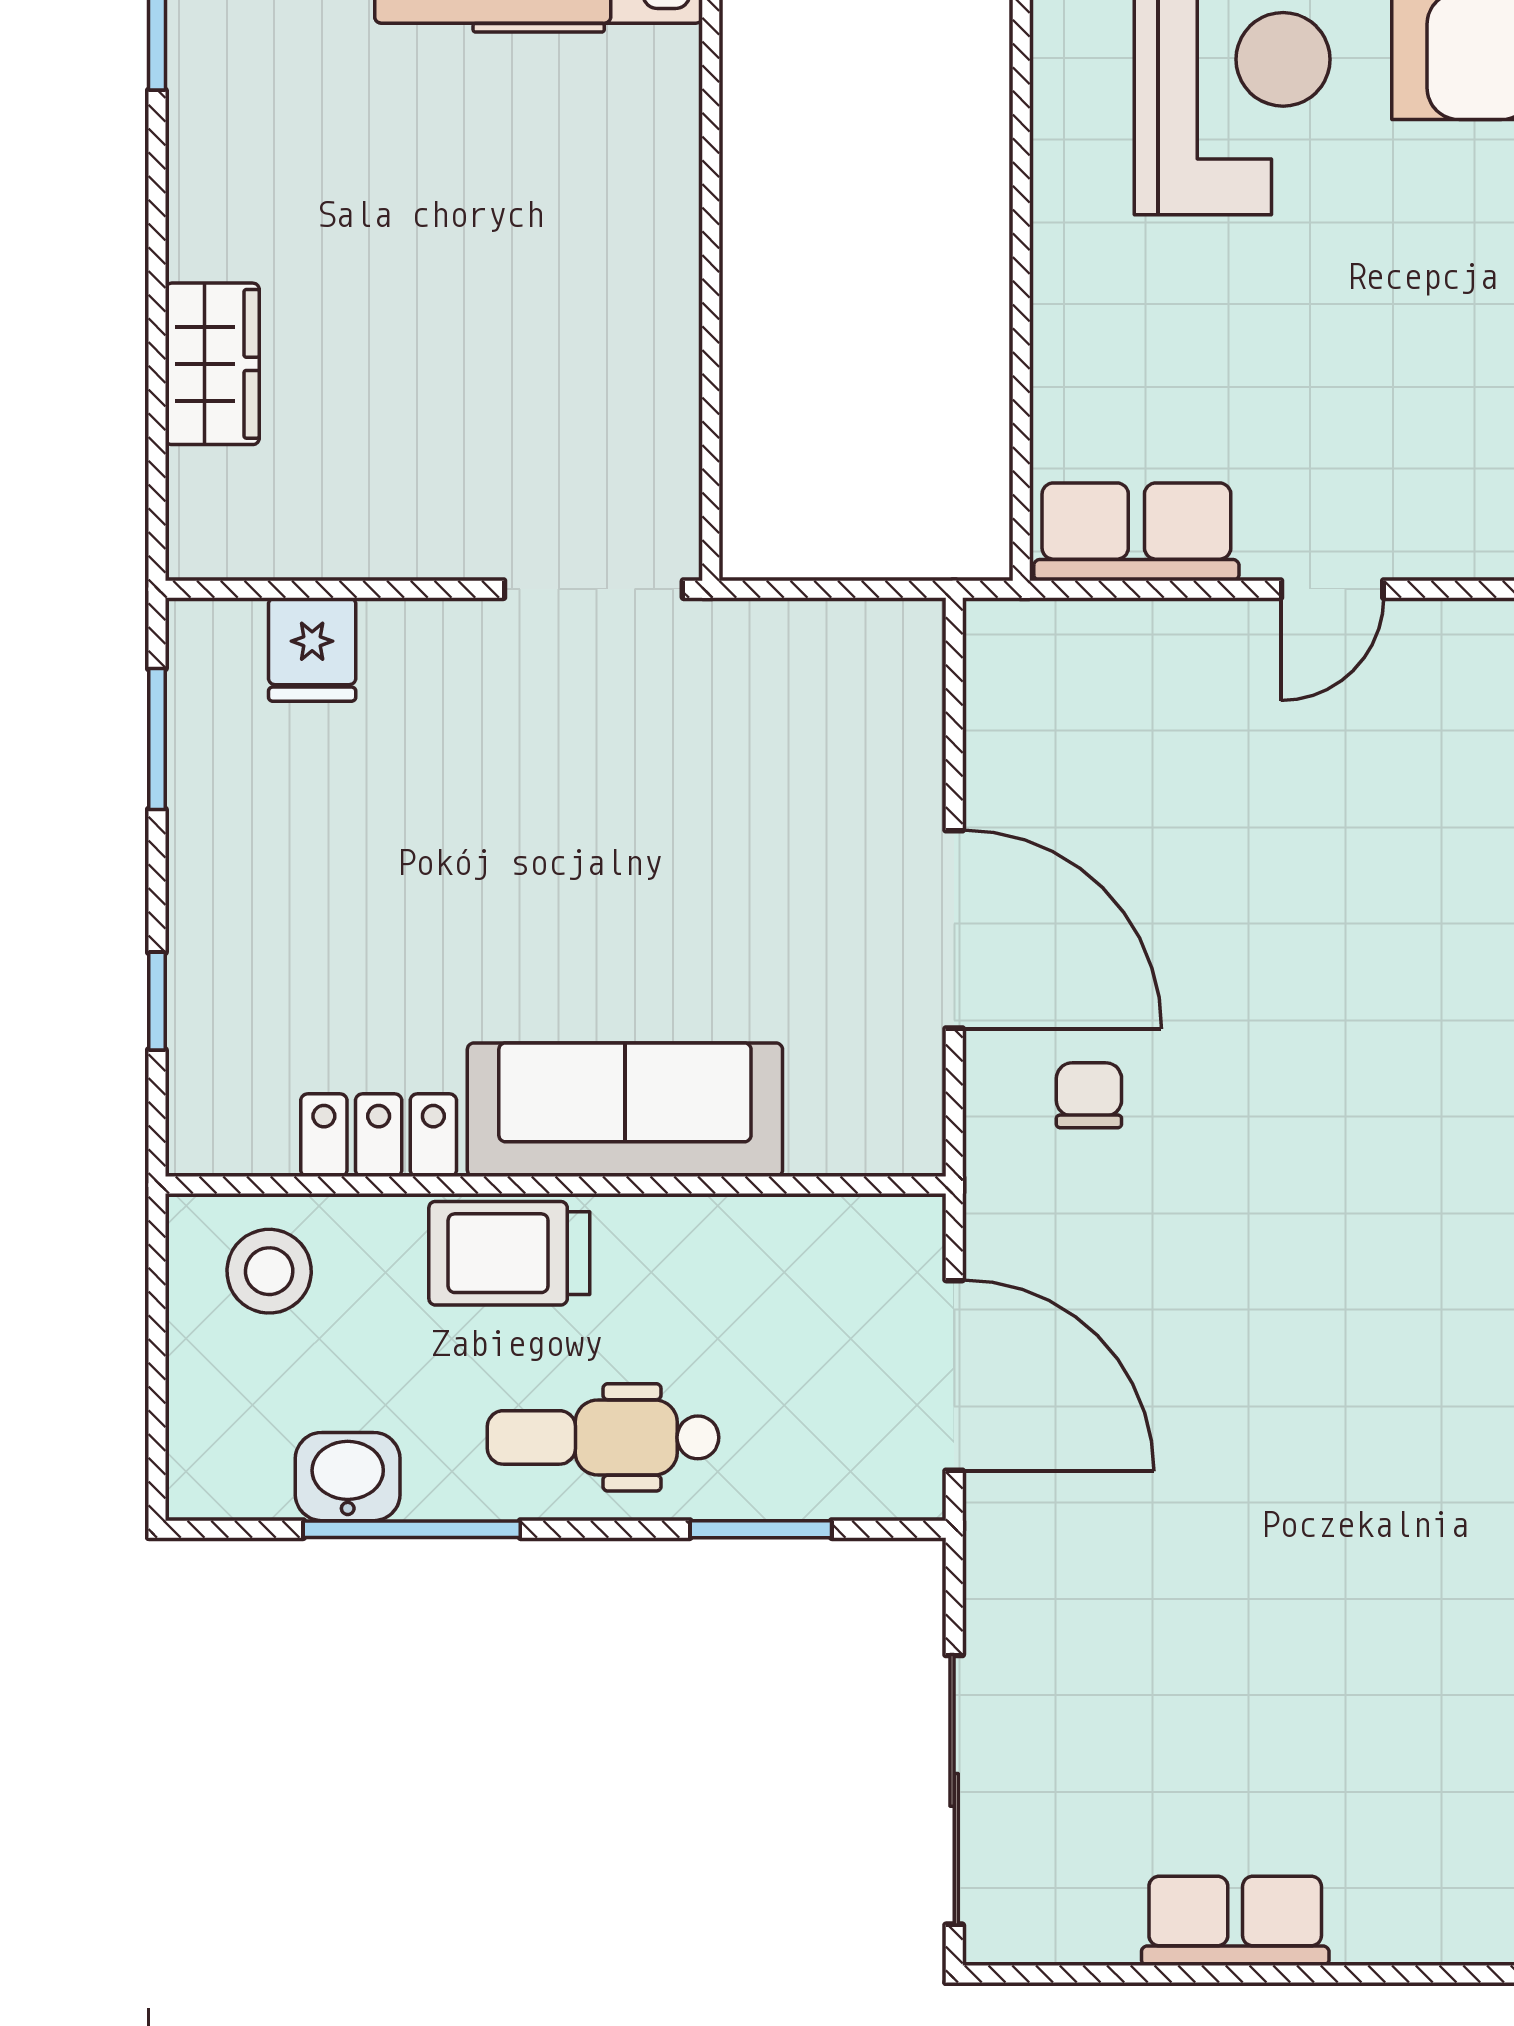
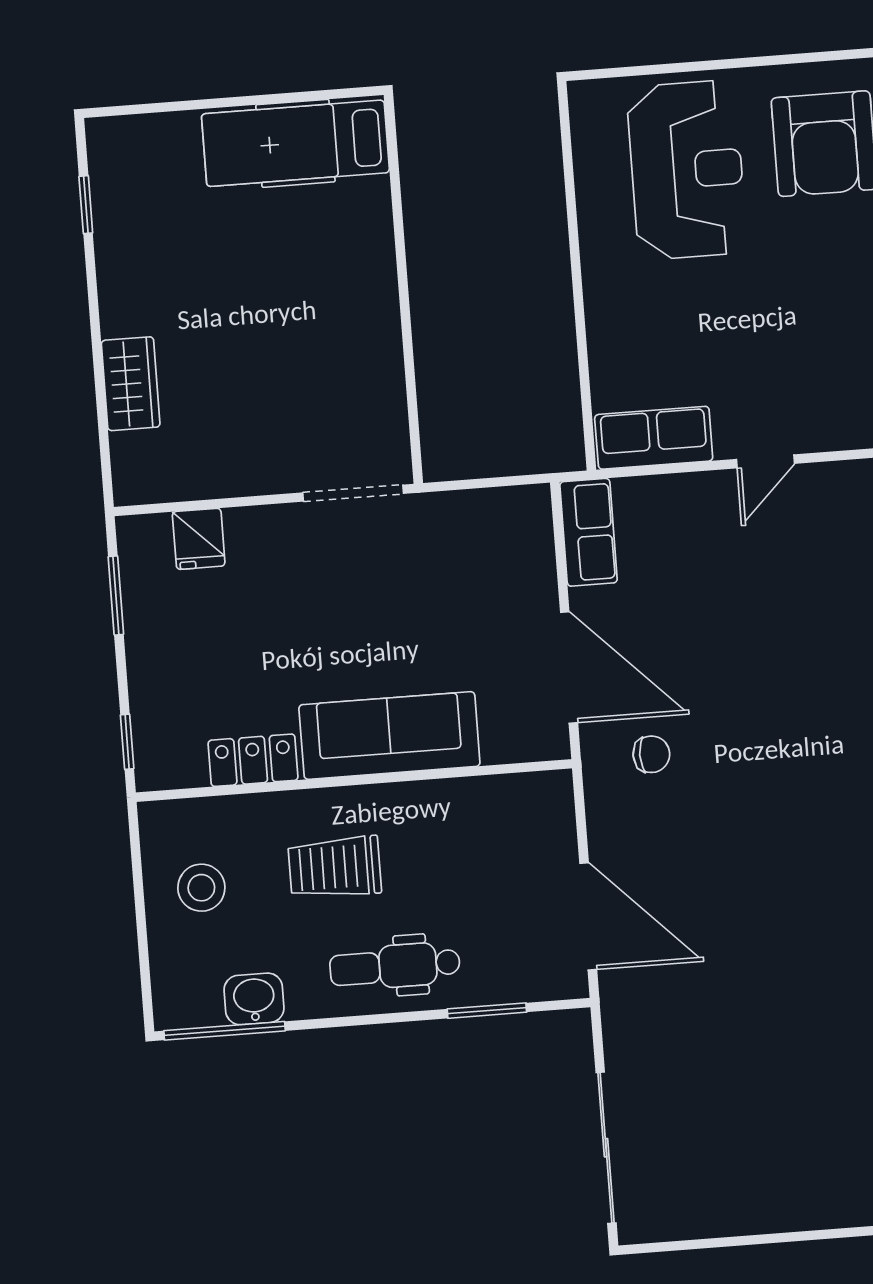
chair: (1089, 1095) -> (651, 754), turned 90
sofa: (625, 1110) -> (389, 735), moved
locker: (379, 1135) -> (253, 760), moved
wall: (556, 1185) -> (354, 780), moved
window: (412, 1529) -> (225, 1031), moved
row of seats: (1235, 1921) -> (589, 532), moved, turned 90

